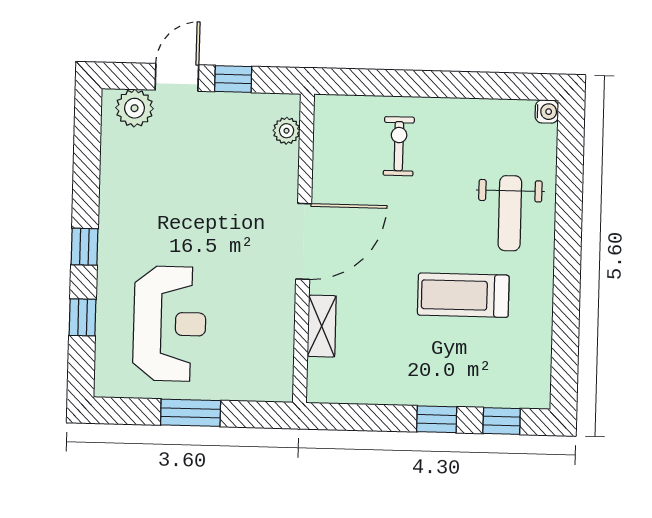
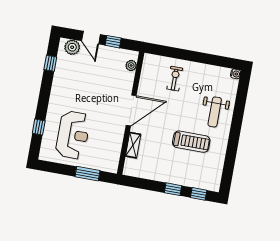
door: (177, 77) -> (91, 38), swing flipped
window: (84, 247) -> (50, 63), moved
treadmill: (463, 295) -> (191, 142), turned 180
window: (191, 413) -> (88, 174), moved

